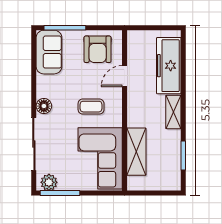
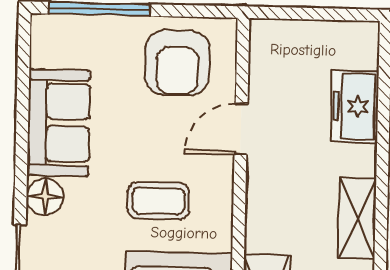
sofa: (49, 52) -> (59, 122), moved
freezer: (169, 66) -> (355, 106), width x0.52, depth x0.79

